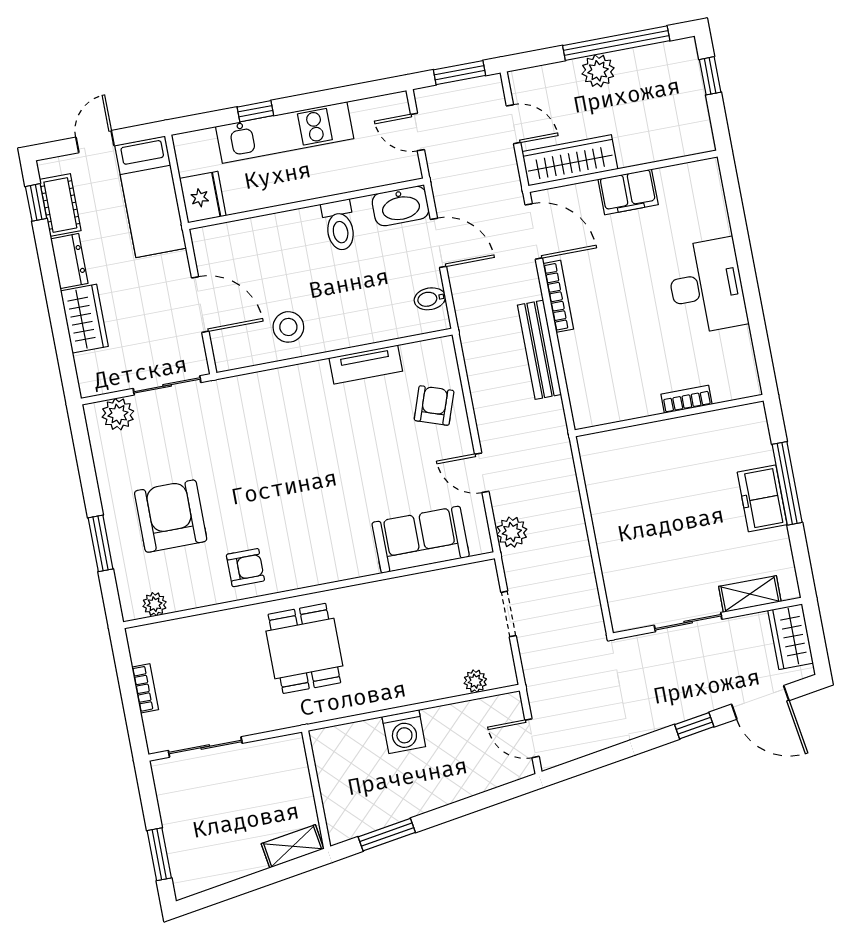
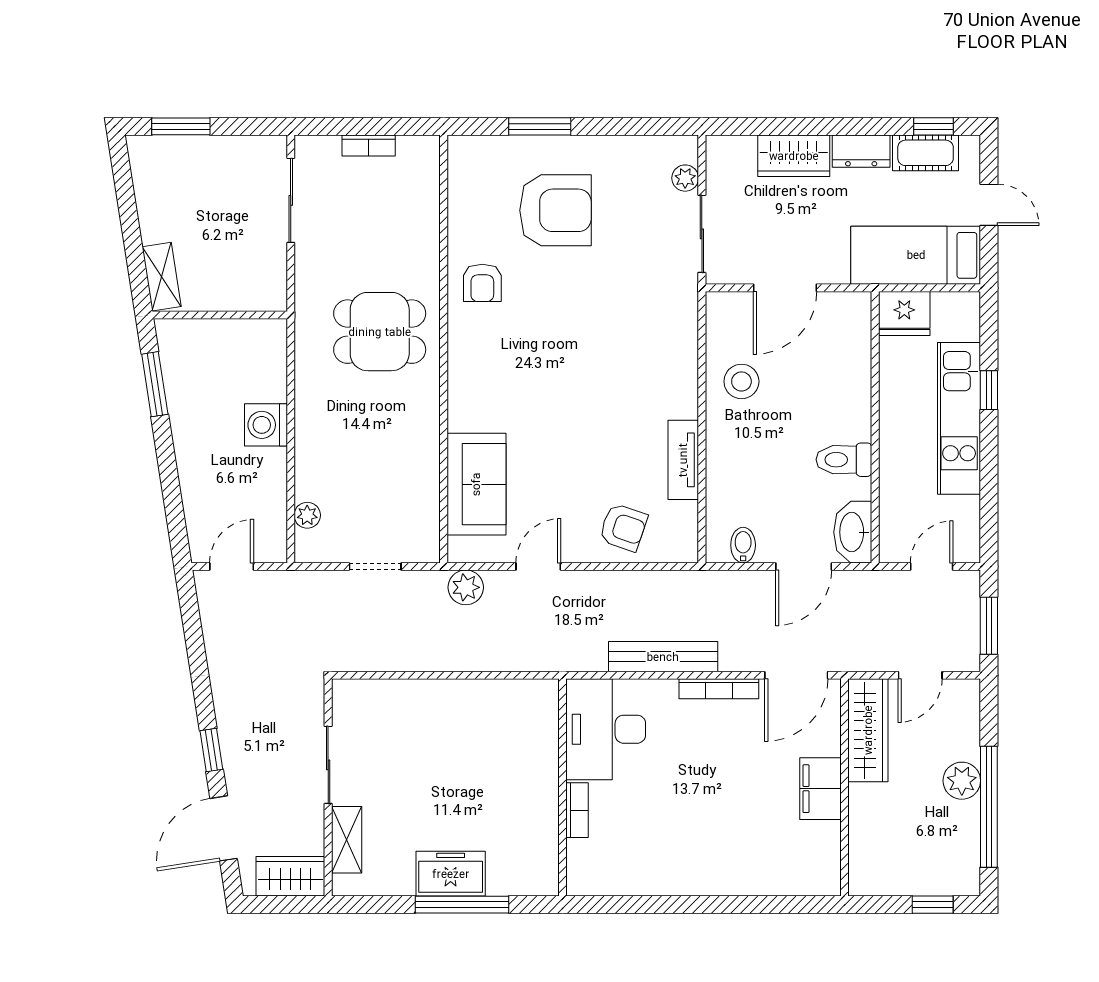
desk: (707, 286) -> (606, 729), moved, turned 90
plant: (118, 414) -> (685, 178), width x0.73, depth x0.73
plant: (155, 604) -> (461, 174), removed

